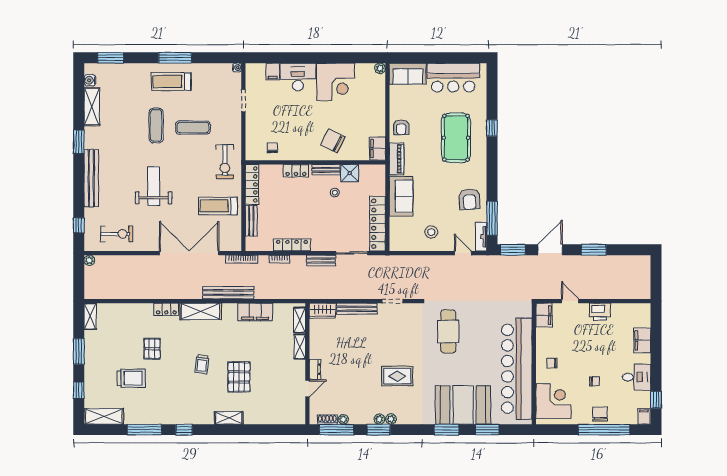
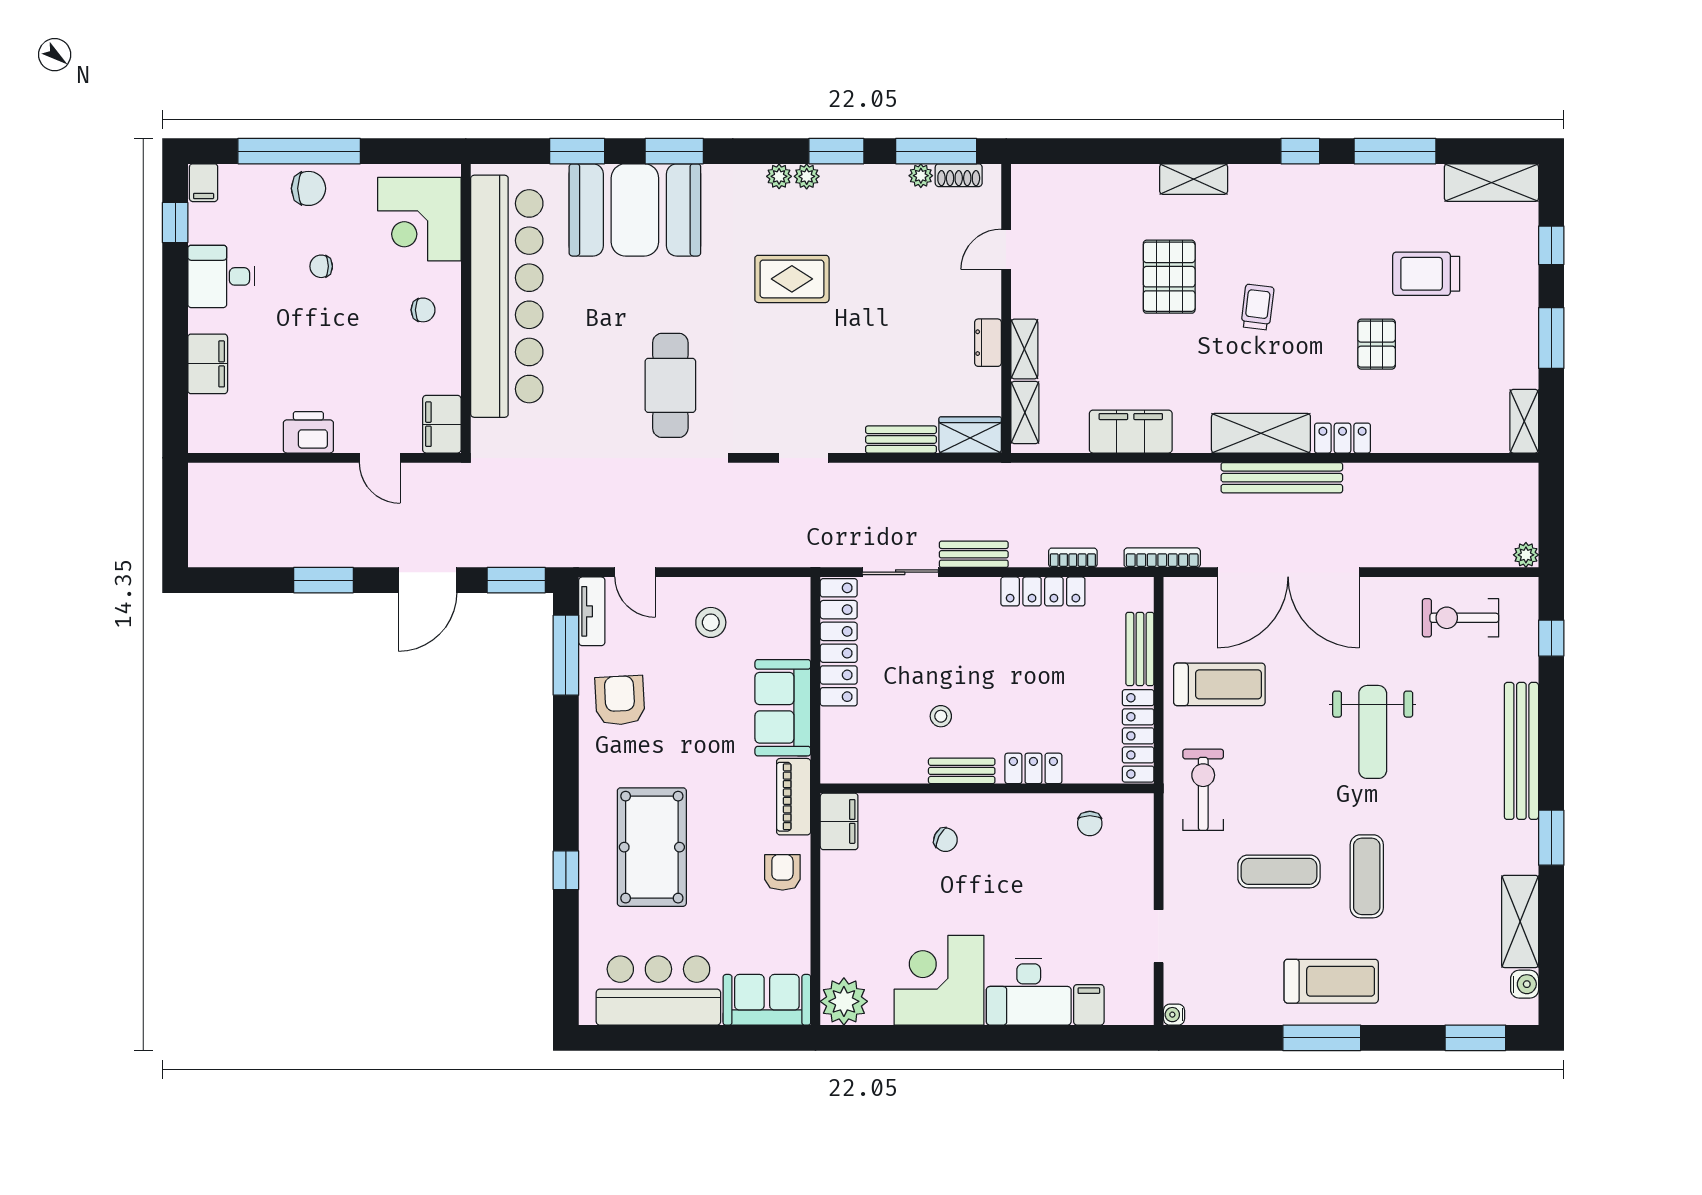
plant: (380, 68) -> (844, 1001), width x1.88, depth x1.88
chair: (333, 141) -> (946, 840), width x0.54, depth x0.54
shower: (350, 173) -> (905, 763), removed
bench: (228, 293) -> (1282, 478), moved
bench: (357, 309) -> (901, 439), width x0.73
dresser: (315, 369) -> (988, 343), moved
chair: (600, 414) -> (309, 188), turned -90
plant: (379, 419) -> (779, 176), moved

